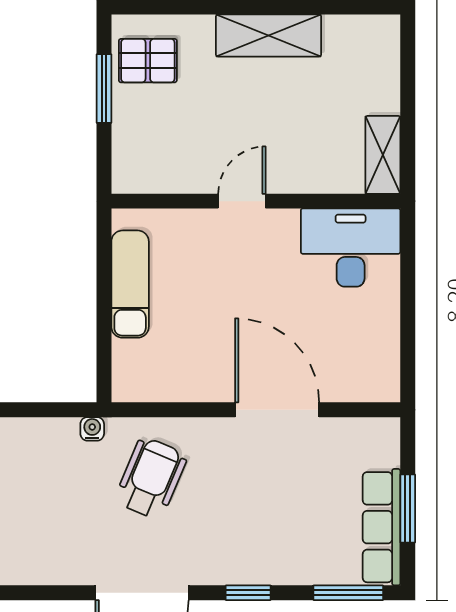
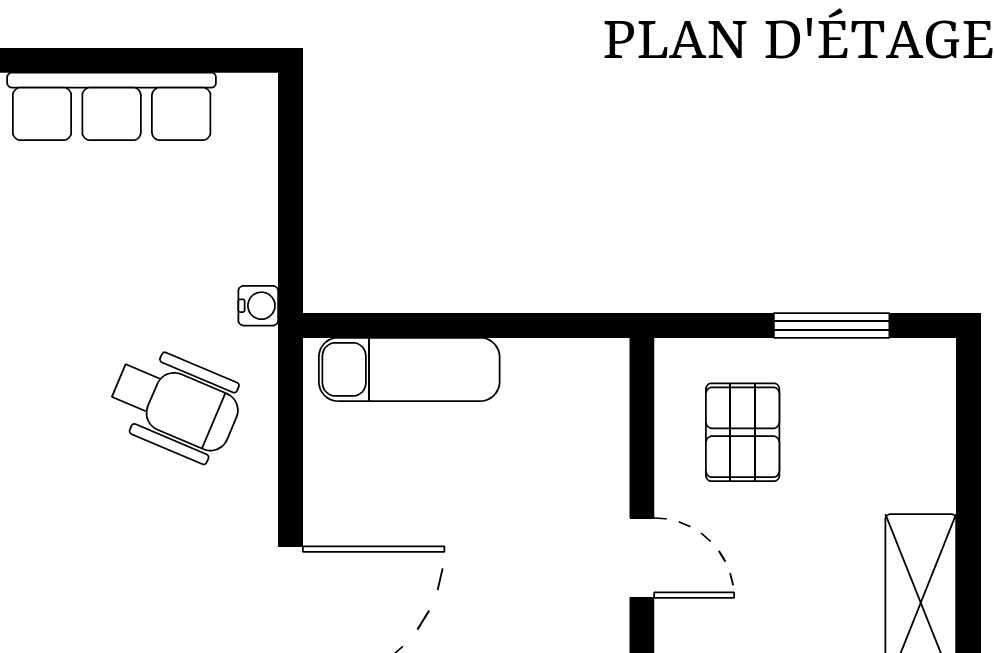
pallet: (148, 61) -> (743, 432), moved
exam couch: (130, 284) -> (409, 369), moved

